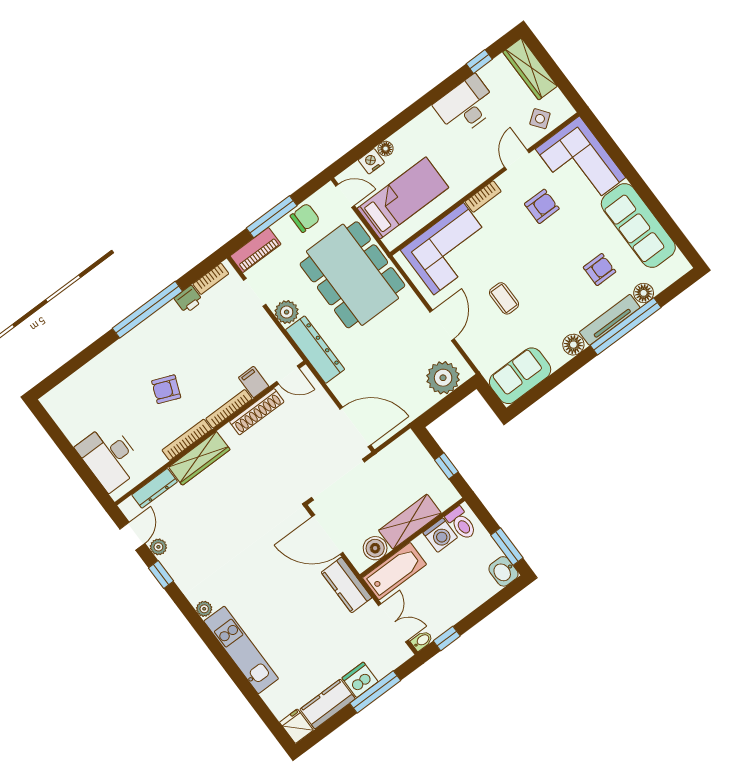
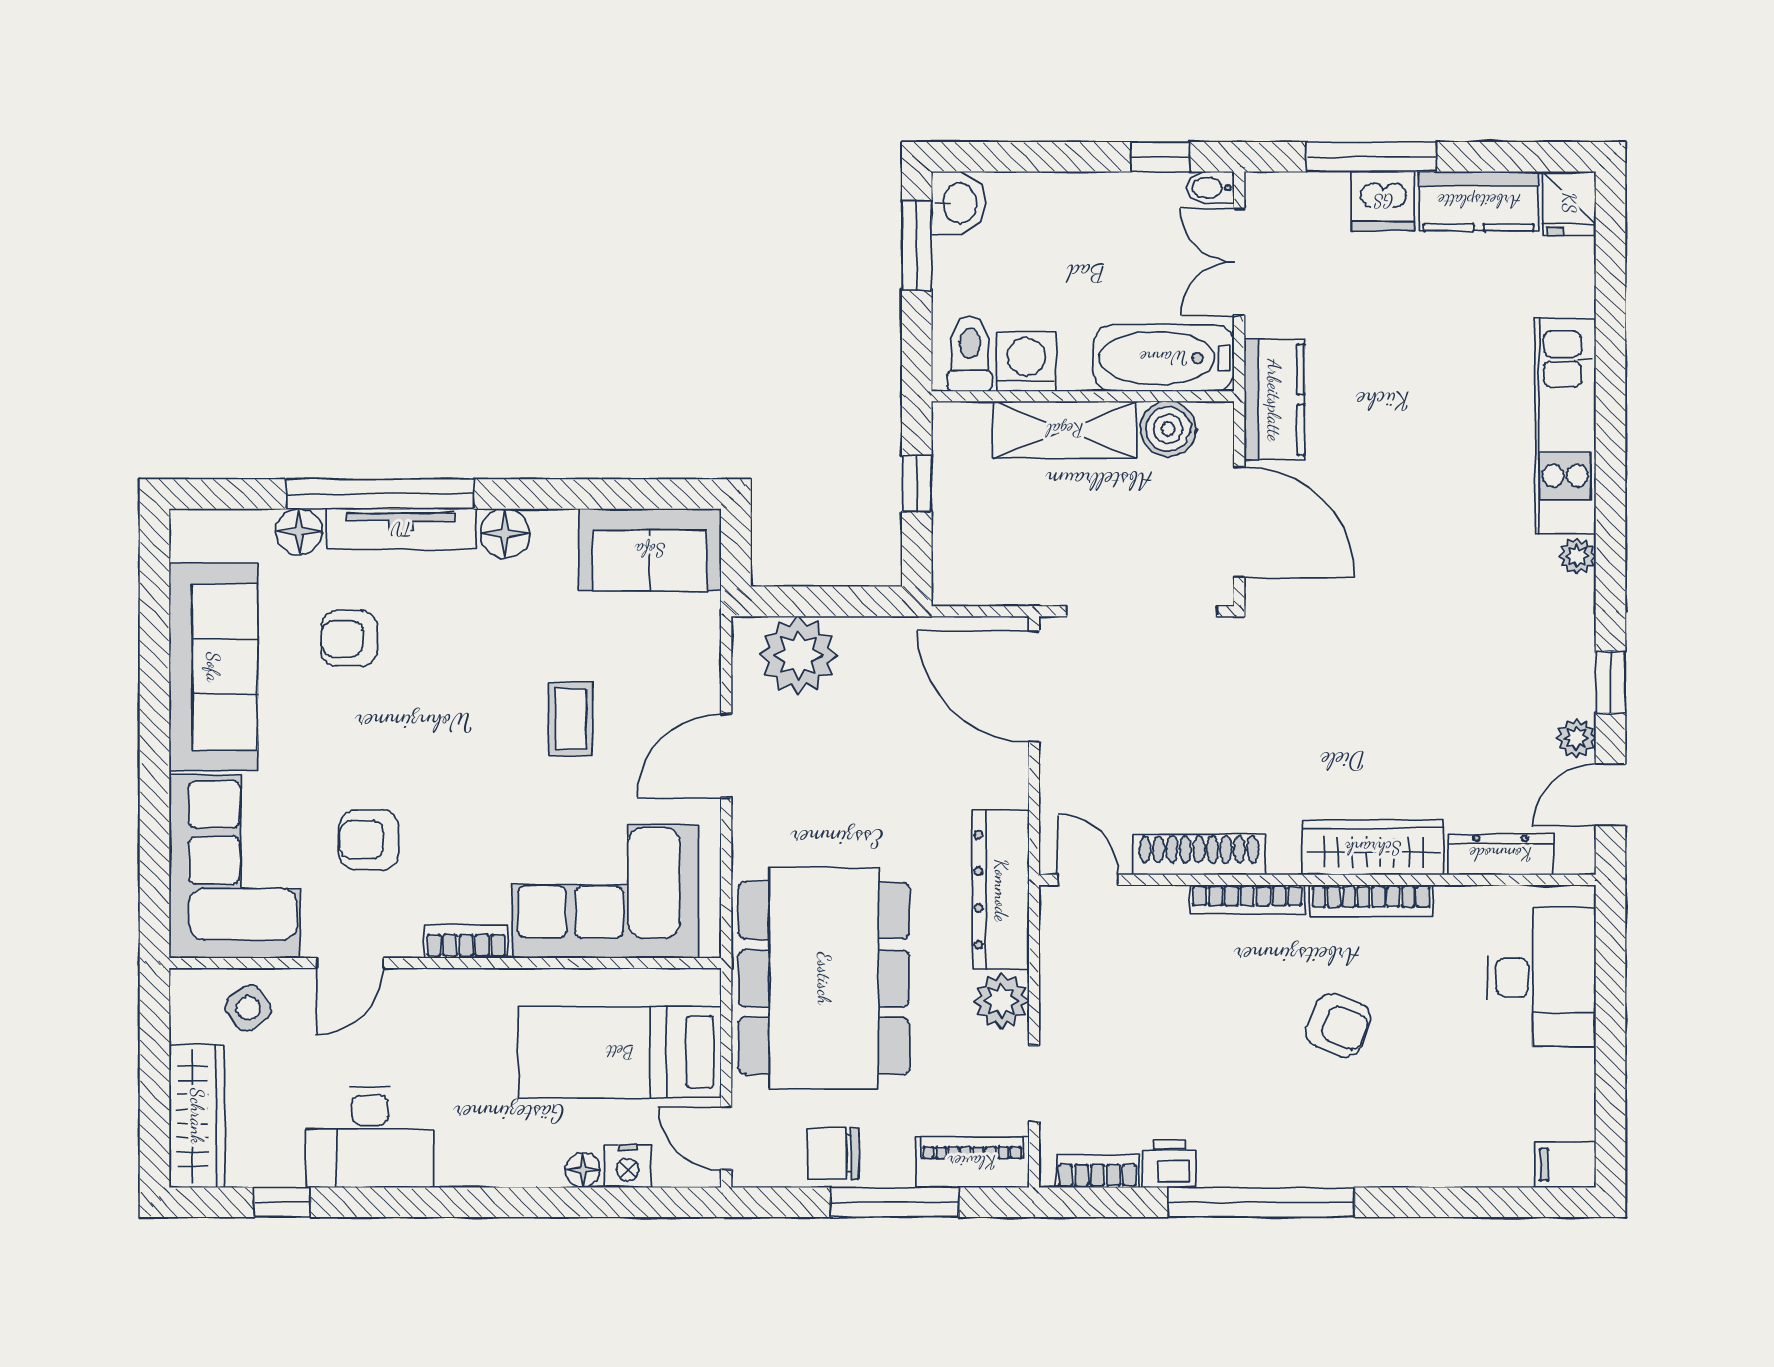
filing cabinet: (254, 382) -> (1565, 1165), moved, turned 90

